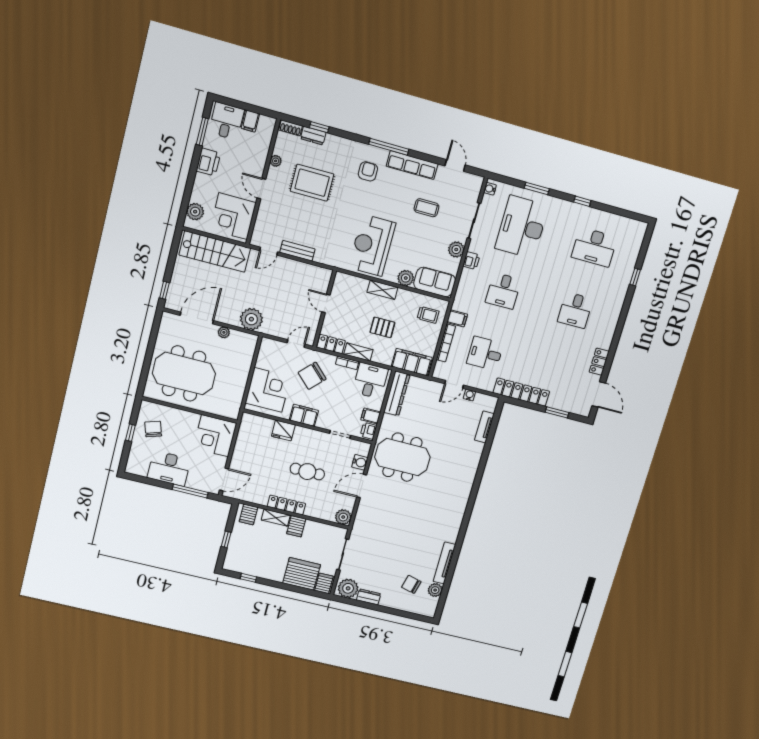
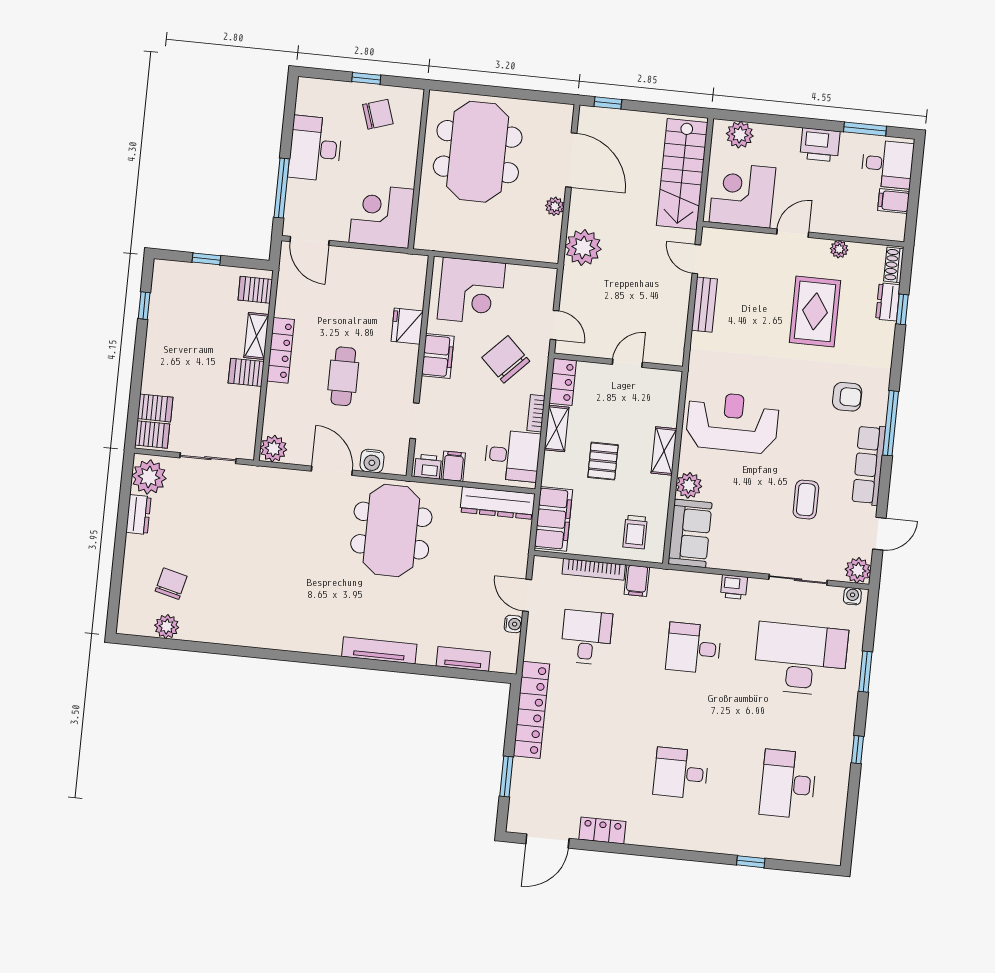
plant: (456, 249) -> (858, 570), moved
tv unit: (444, 563) -> (379, 650), moved
server rack: (302, 574) -> (155, 408), width x0.46, depth x0.70

